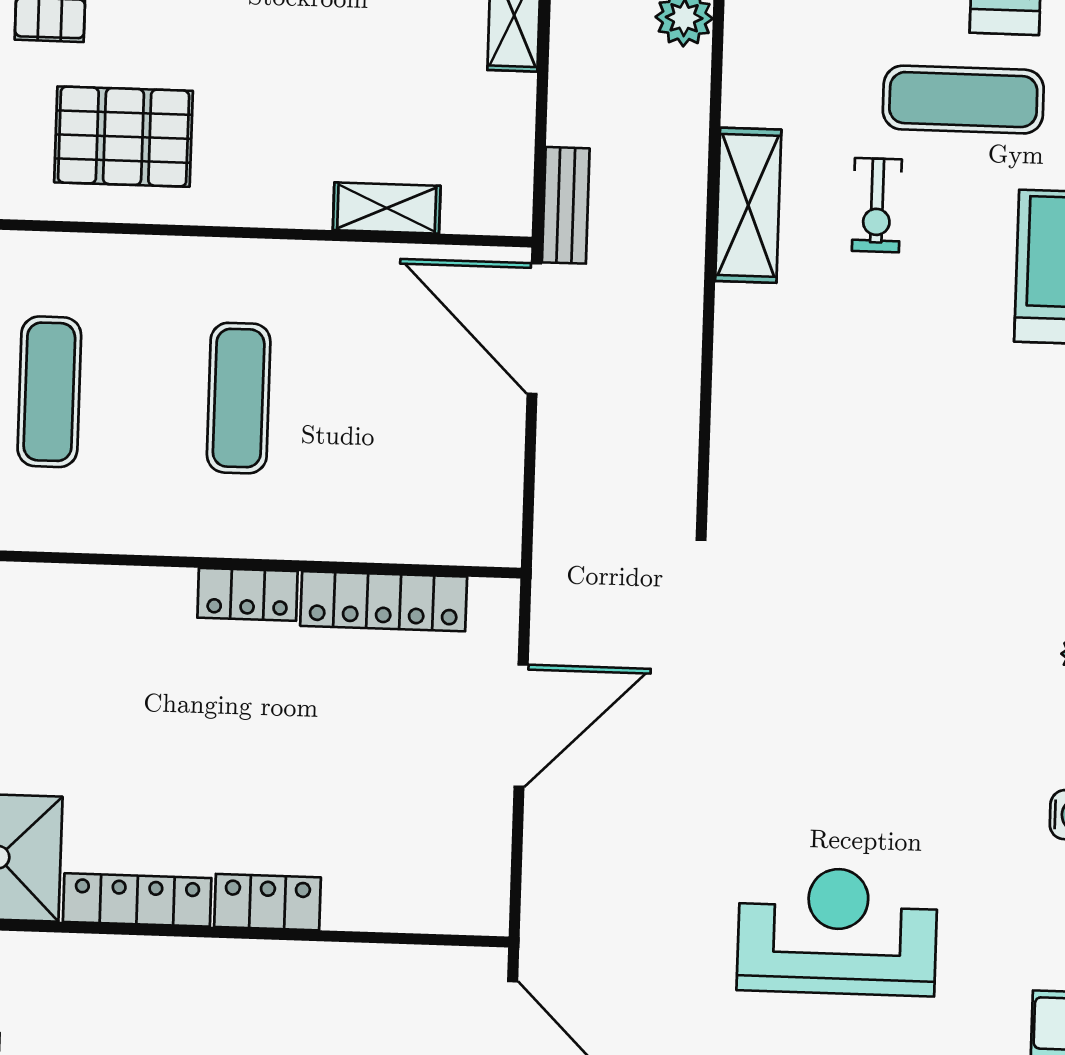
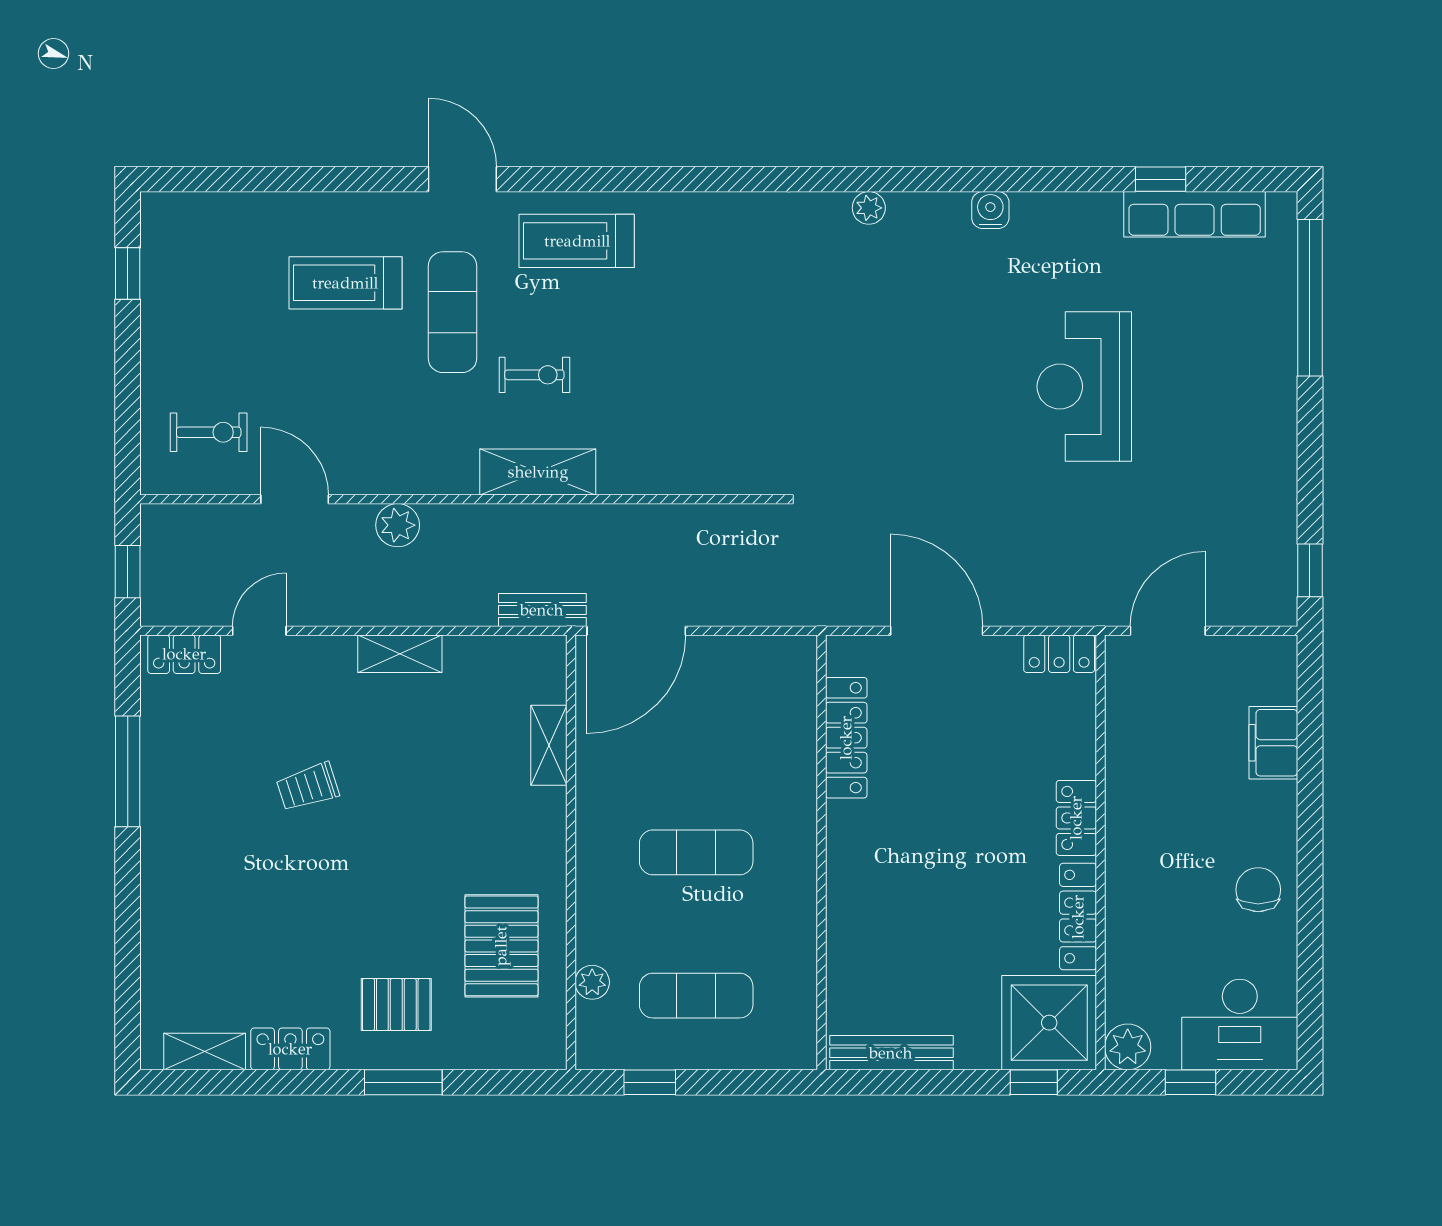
plant: (71, 255) -> (592, 982), added
locker: (248, 594) -> (1059, 654), moved, turned 90

